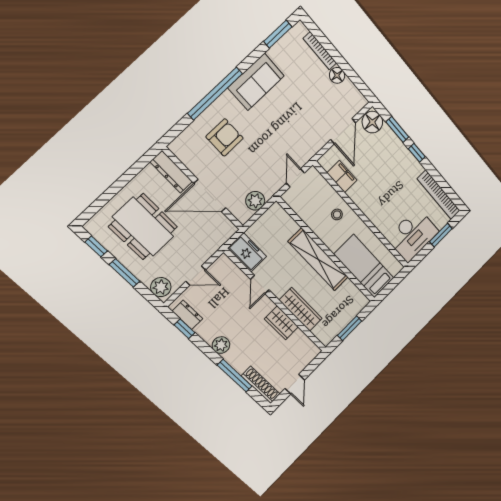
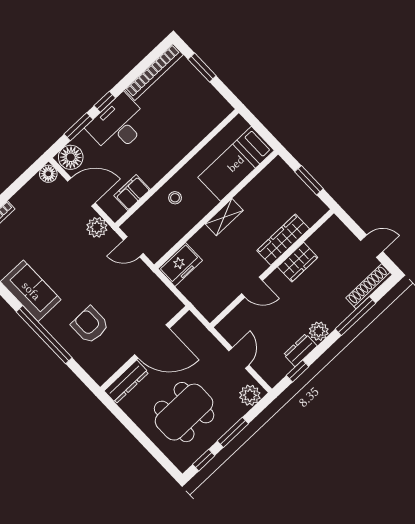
floor lamp: (337, 75) -> (48, 174), moved
door: (210, 196) -> (152, 341), hinge flipped
plant: (255, 201) -> (97, 227), moved
desk: (413, 235) -> (118, 125), moved, turned -90
freezer: (247, 252) -> (180, 264), moved, turned 180
shelving: (318, 259) -> (224, 217), width x0.45, depth x0.75
dresser: (187, 315) -> (300, 350), moved

